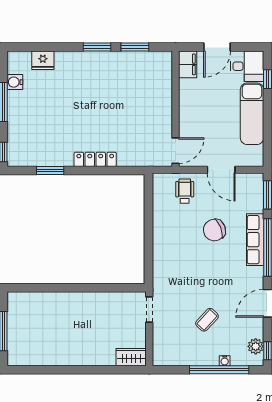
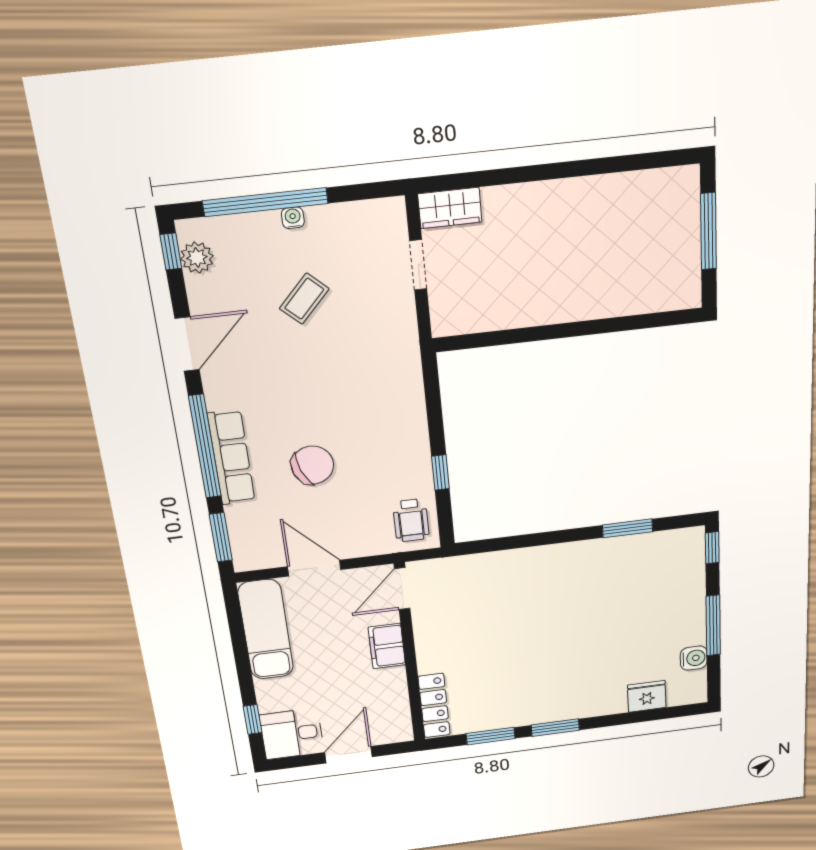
filing cabinet: (188, 64) -> (387, 646), moved
exam couch: (252, 114) -> (266, 630), moved
locker: (95, 159) -> (434, 706), moved, turned -90
wheelchair: (185, 191) -> (411, 520), moved
window: (149, 217) -> (440, 472), added
doorway: (149, 310) -> (418, 265), moved
water cooler: (225, 361) -> (293, 218), moved

